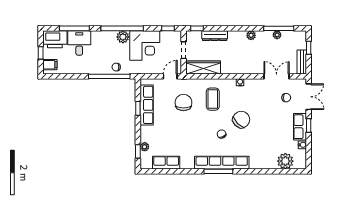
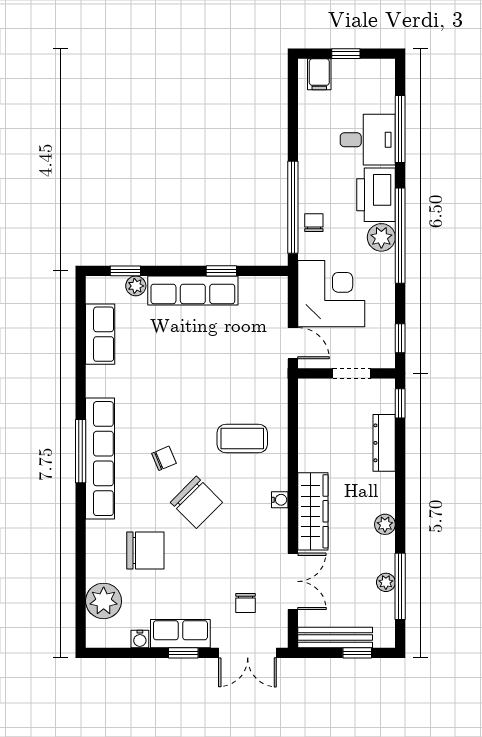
printer: (55, 39) -> (376, 195), moved
corner desk: (145, 46) -> (331, 294), moved, turned 180
bench: (302, 62) -> (335, 637), width x1.36
wardrobe: (203, 68) -> (313, 511), moved
chair: (183, 103) -> (145, 551), moved
row of seats: (147, 105) -> (193, 290), moved

